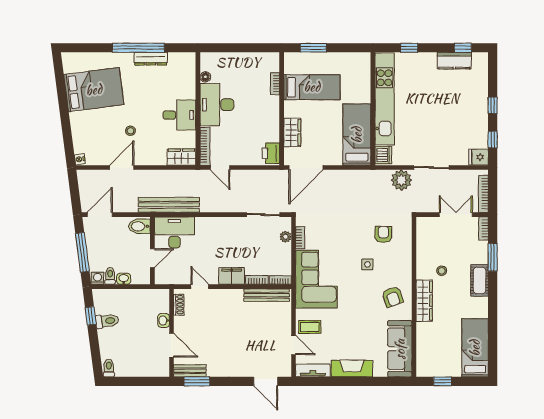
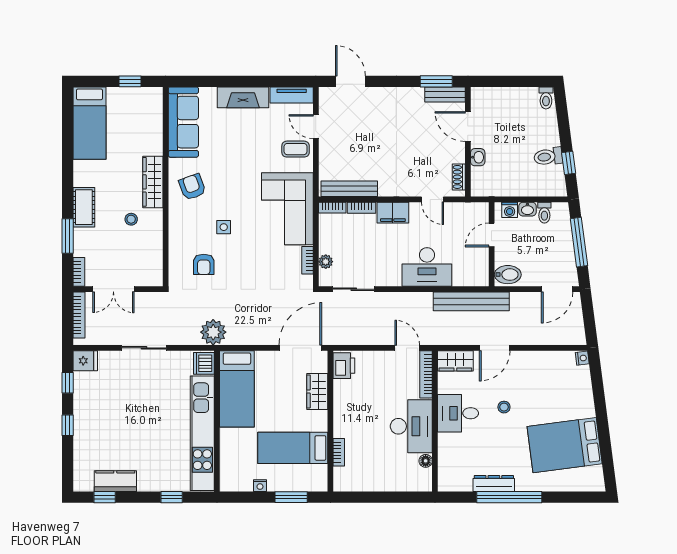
nightstand: (338, 57) -> (260, 486), added
stool: (131, 131) -> (504, 407), moved
door: (122, 168) -> (495, 348), moved
plant: (401, 180) -> (213, 332), moved
desk: (174, 232) -> (427, 267), moved
washing machine: (98, 278) -> (510, 210), moved

